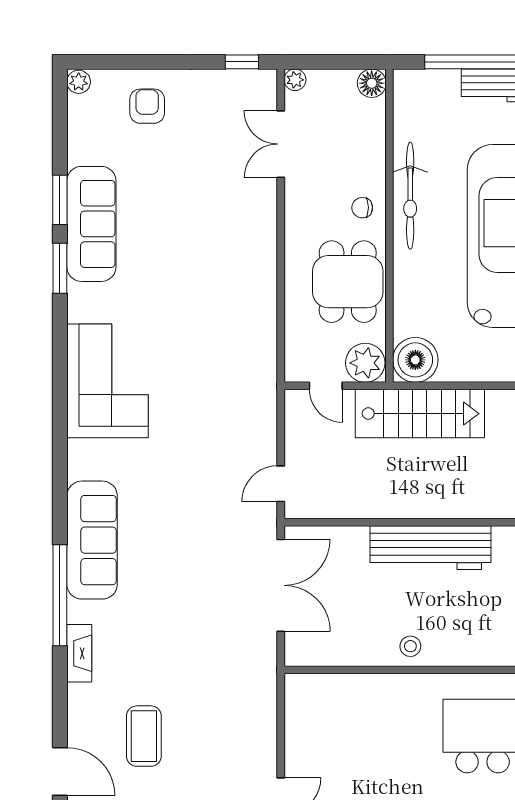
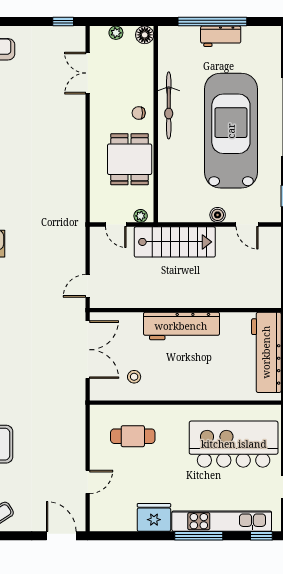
plant: (295, 80) -> (116, 33), moved
boiler: (415, 360) -> (218, 215), moved, width x0.54, depth x0.54
plant: (365, 363) -> (141, 216), width x0.53, depth x0.53
stool: (410, 646) -> (134, 377), moved
cafe table: (353, 723) -> (133, 436), added

